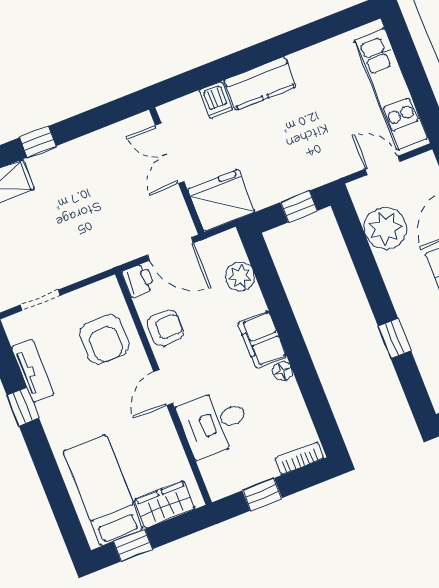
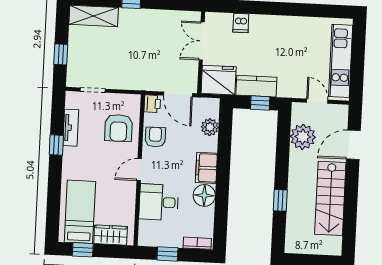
kitchen counter: (260, 83) -> (256, 86), moved, turned 180
armchair: (165, 328) -> (155, 137), turned -90
floor lamp: (283, 371) -> (204, 195), width x1.89, depth x1.89

